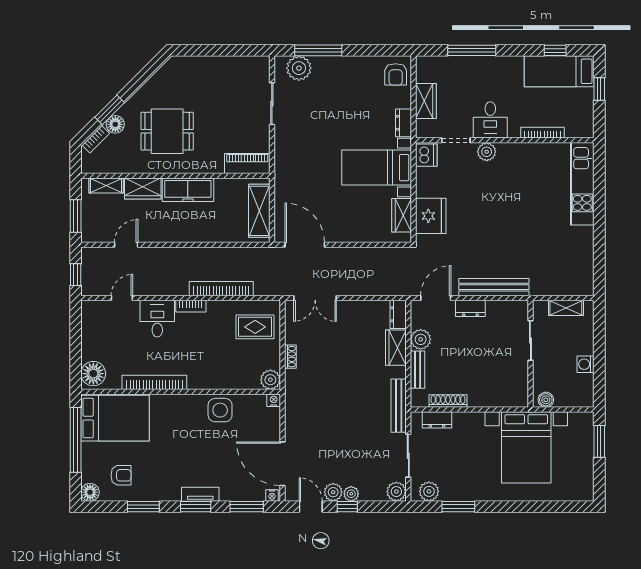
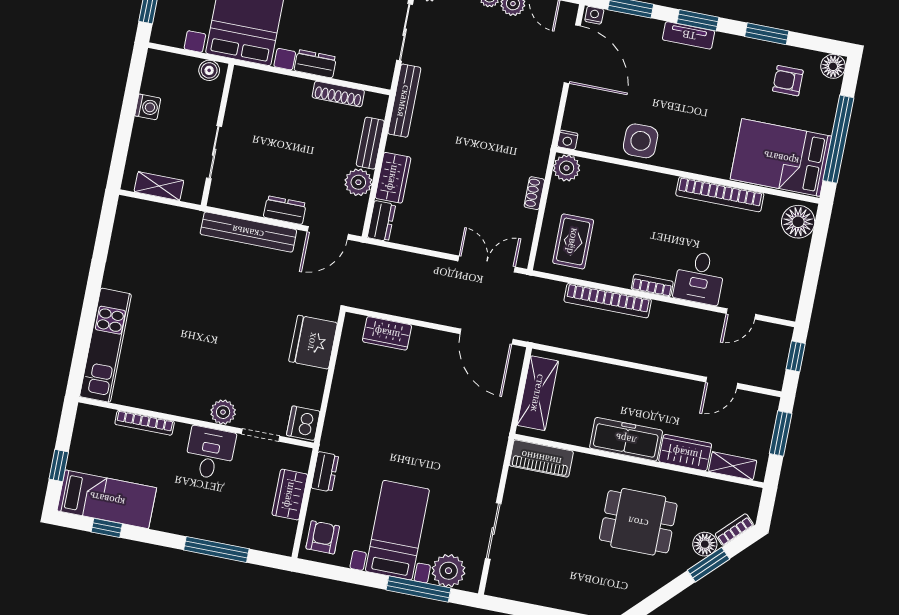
bed with nightstands: (377, 168) -> (397, 530), moved, turned -90
wardrobe: (402, 215) -> (387, 333), moved, turned 90
rug: (255, 327) -> (573, 241), turned 90
dresser: (437, 420) -> (315, 64), moved

